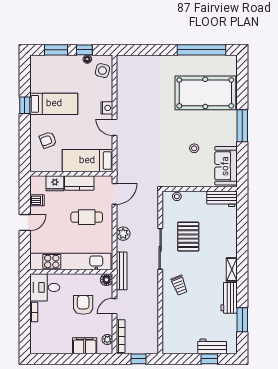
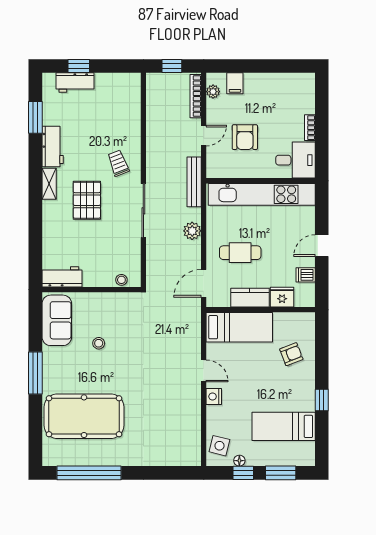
bed: (54, 104) -> (284, 426), moved
pallet: (188, 237) -> (87, 200), moved
floor lamp: (106, 280) -> (214, 170), removed
filing cabinet: (85, 346) -> (235, 83), width x0.50

